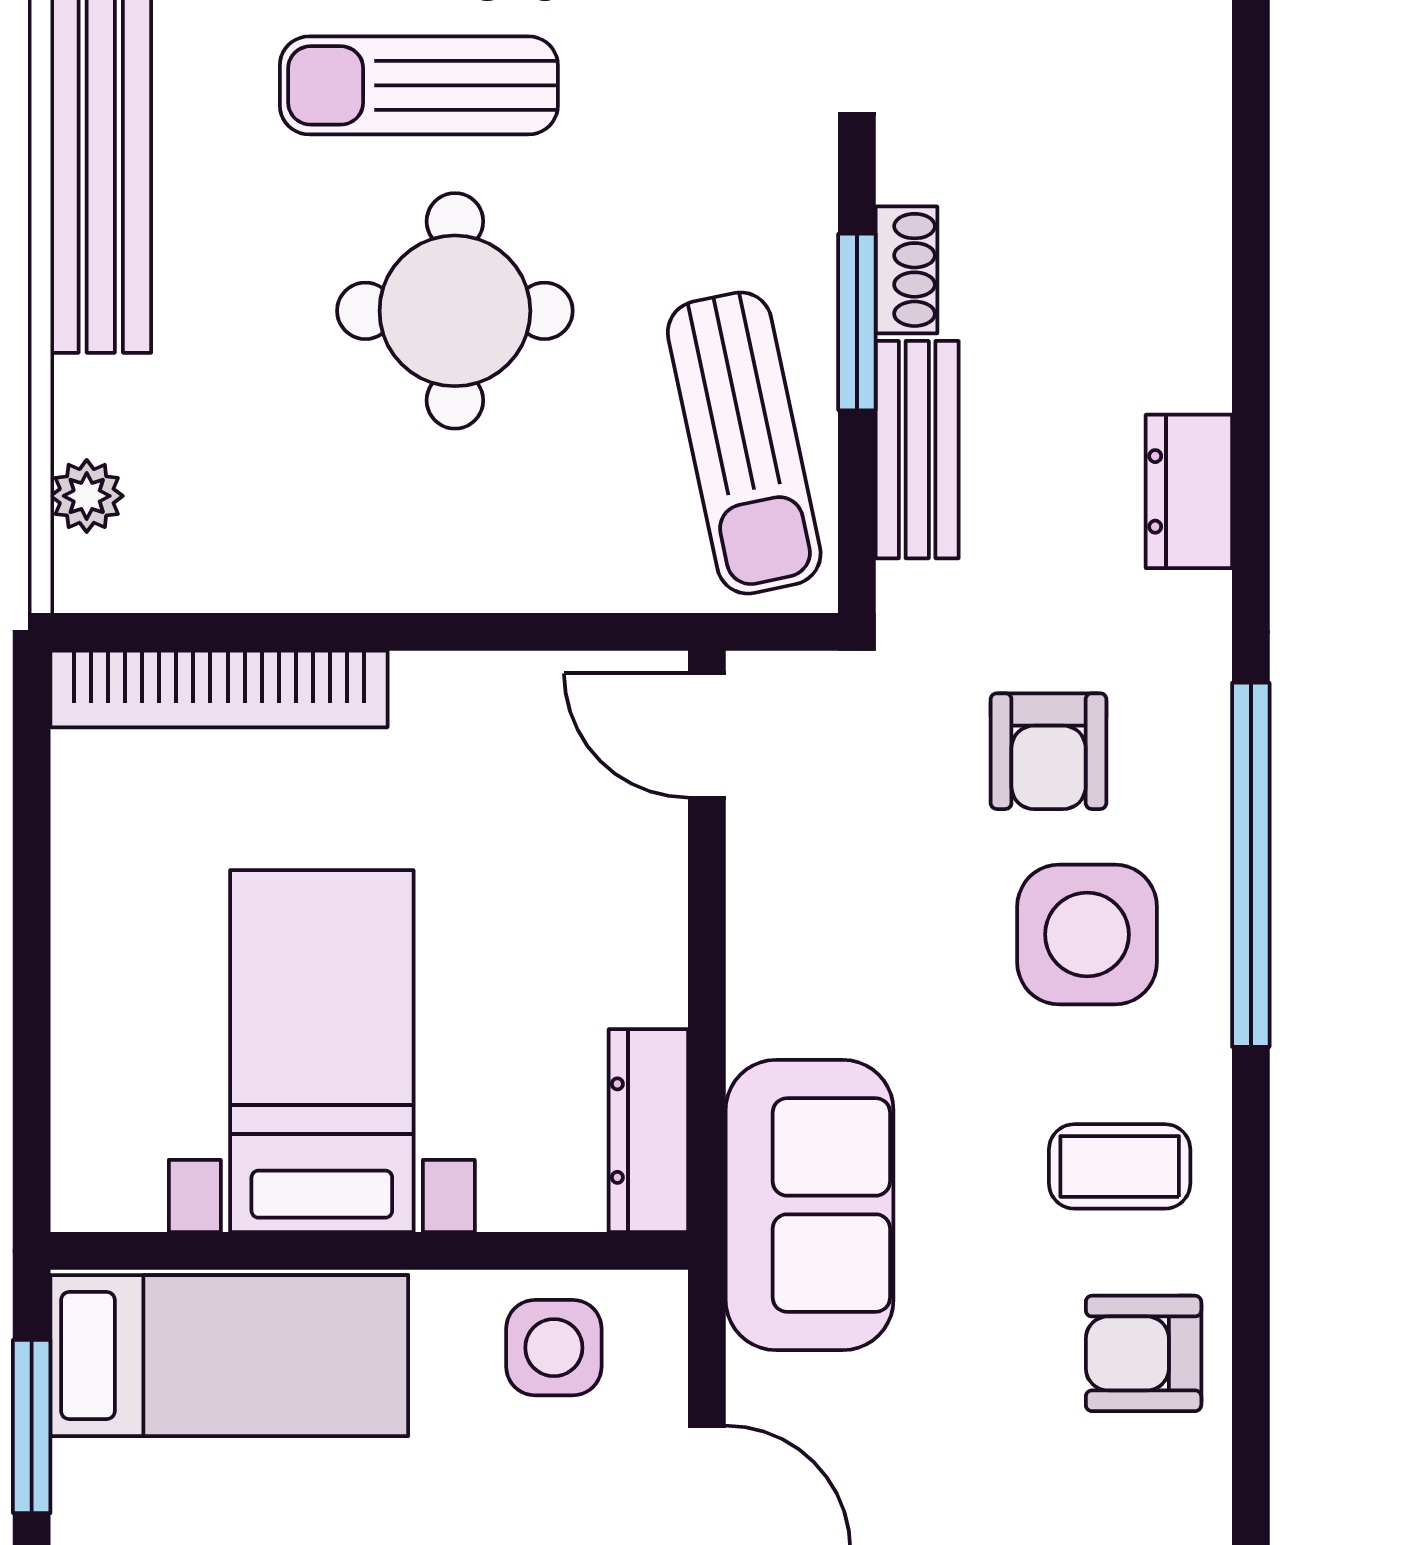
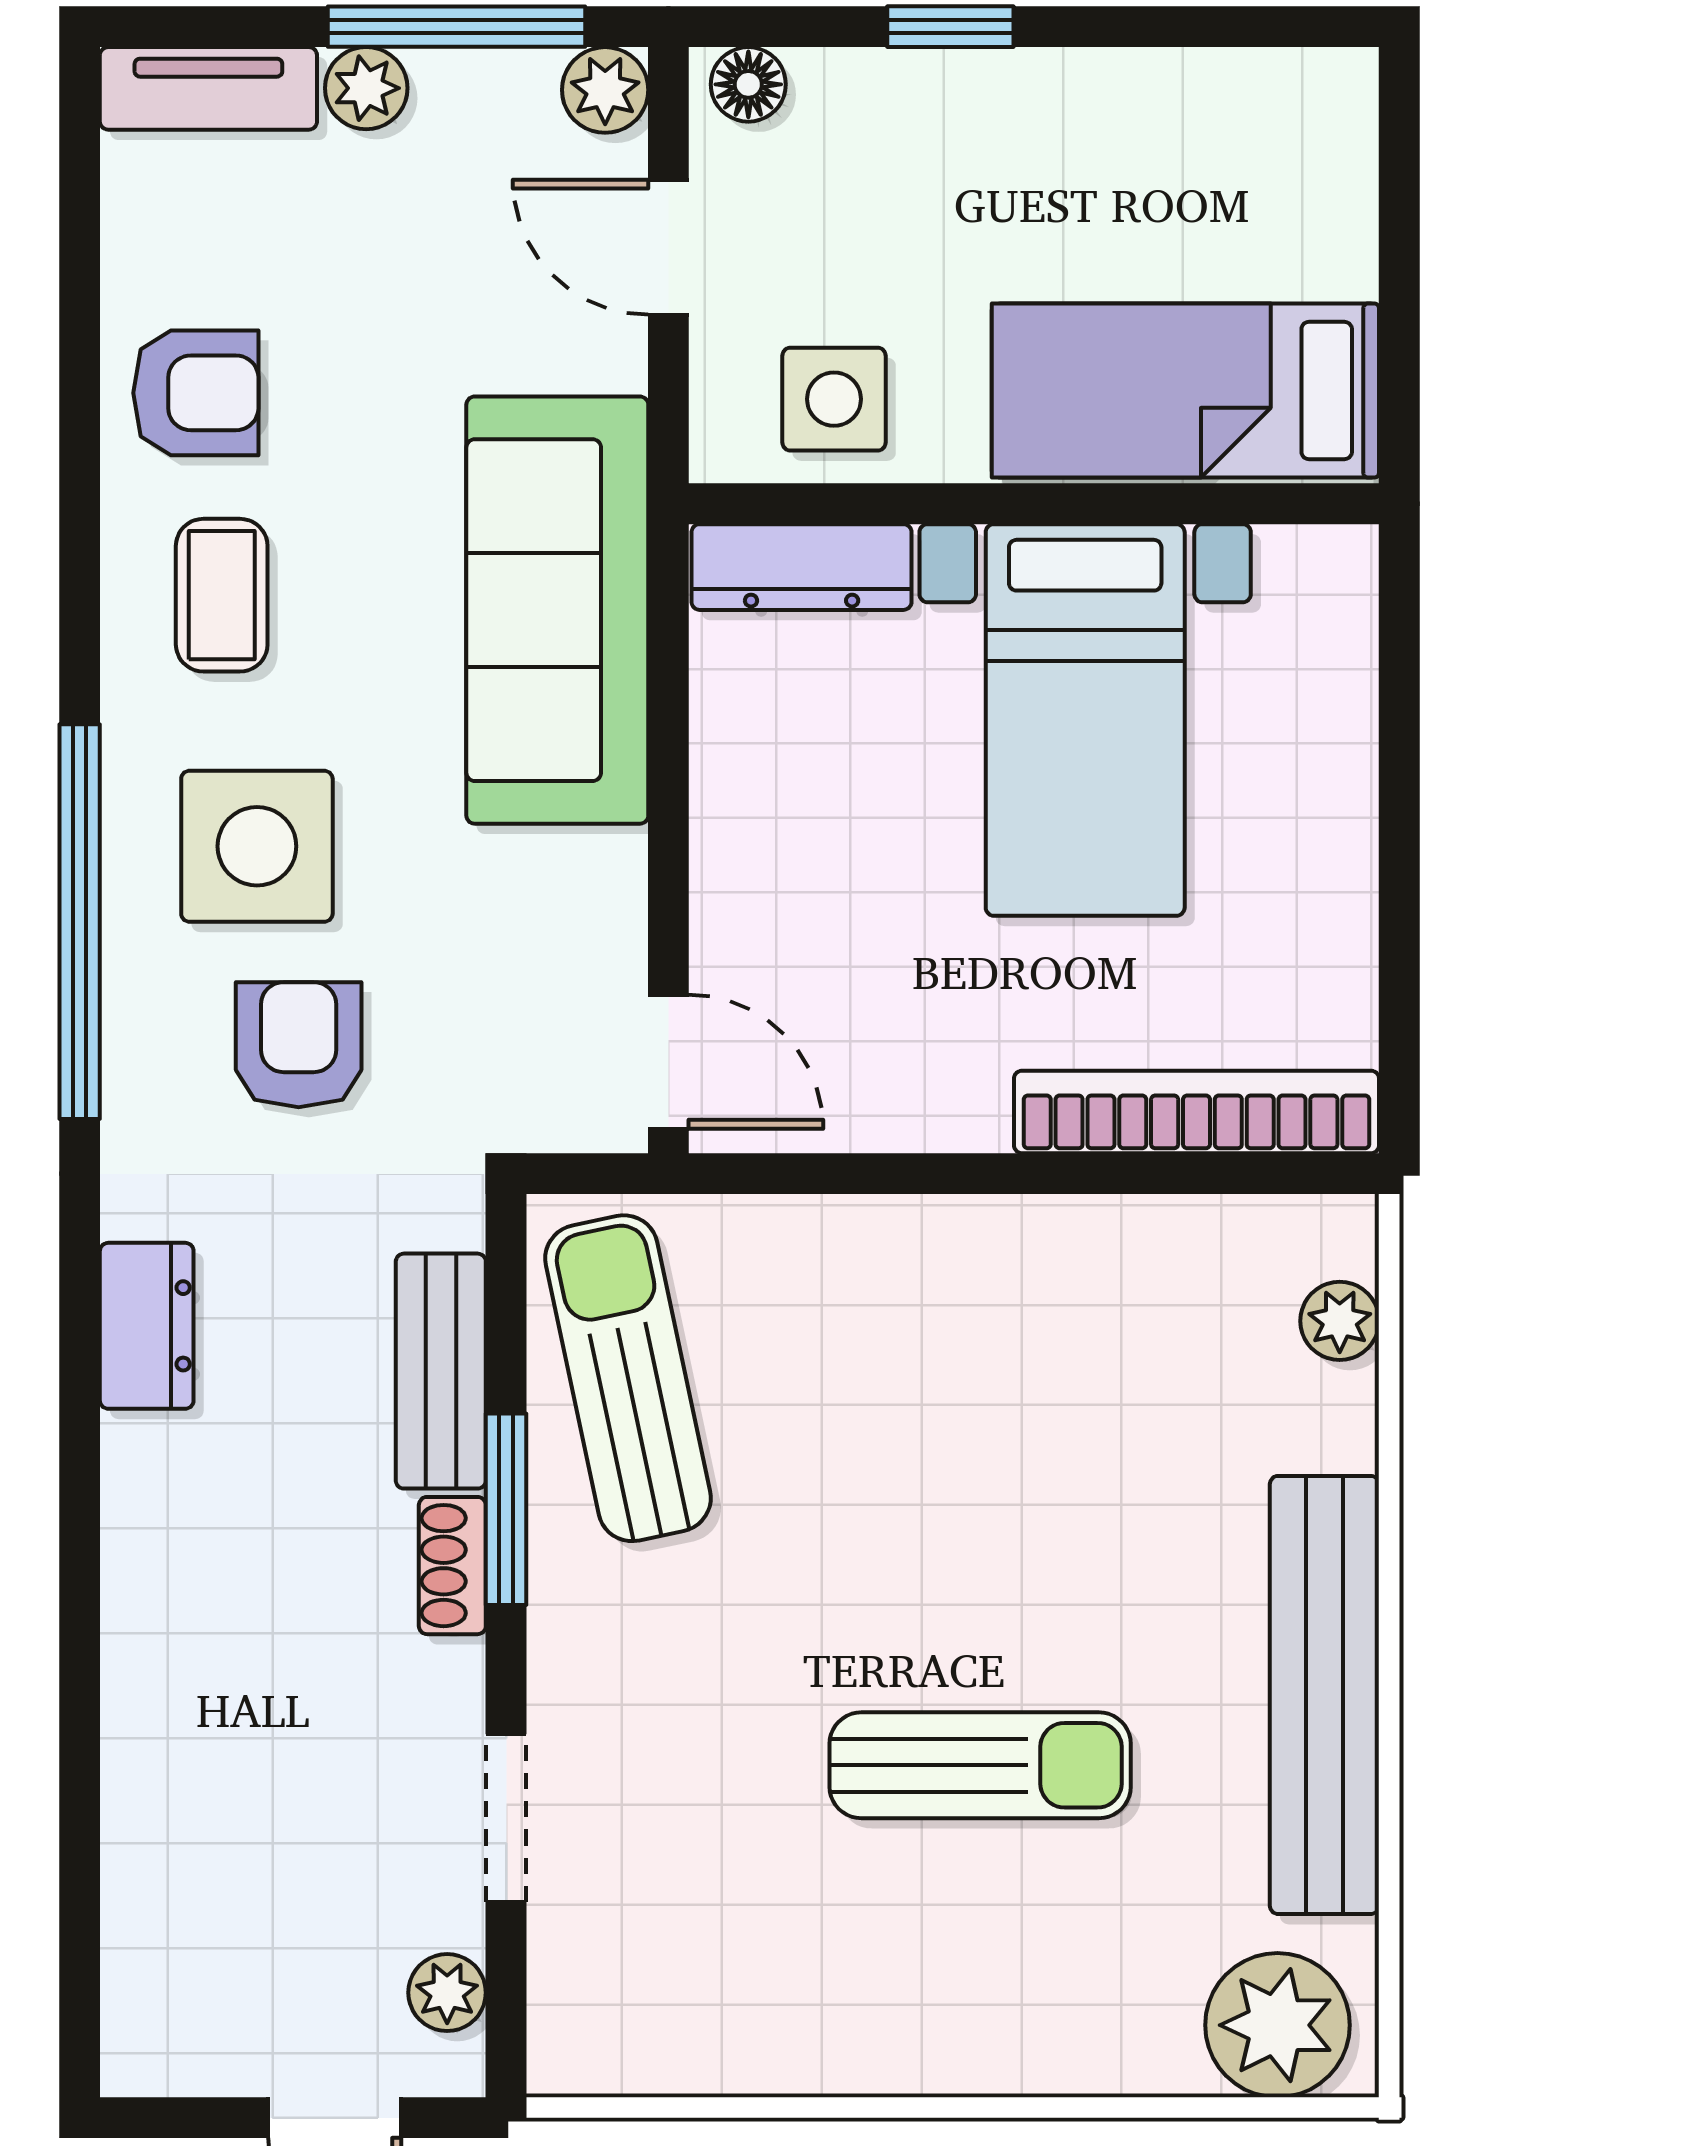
round table: (455, 311) -> (941, 1521), removed
dresser: (648, 1131) -> (802, 567), moved, turned 90
coffee table: (1120, 1166) -> (222, 595), turned 90
sofa: (810, 1205) -> (557, 610), width x1.36
window: (32, 1427) -> (1399, 314), removed

